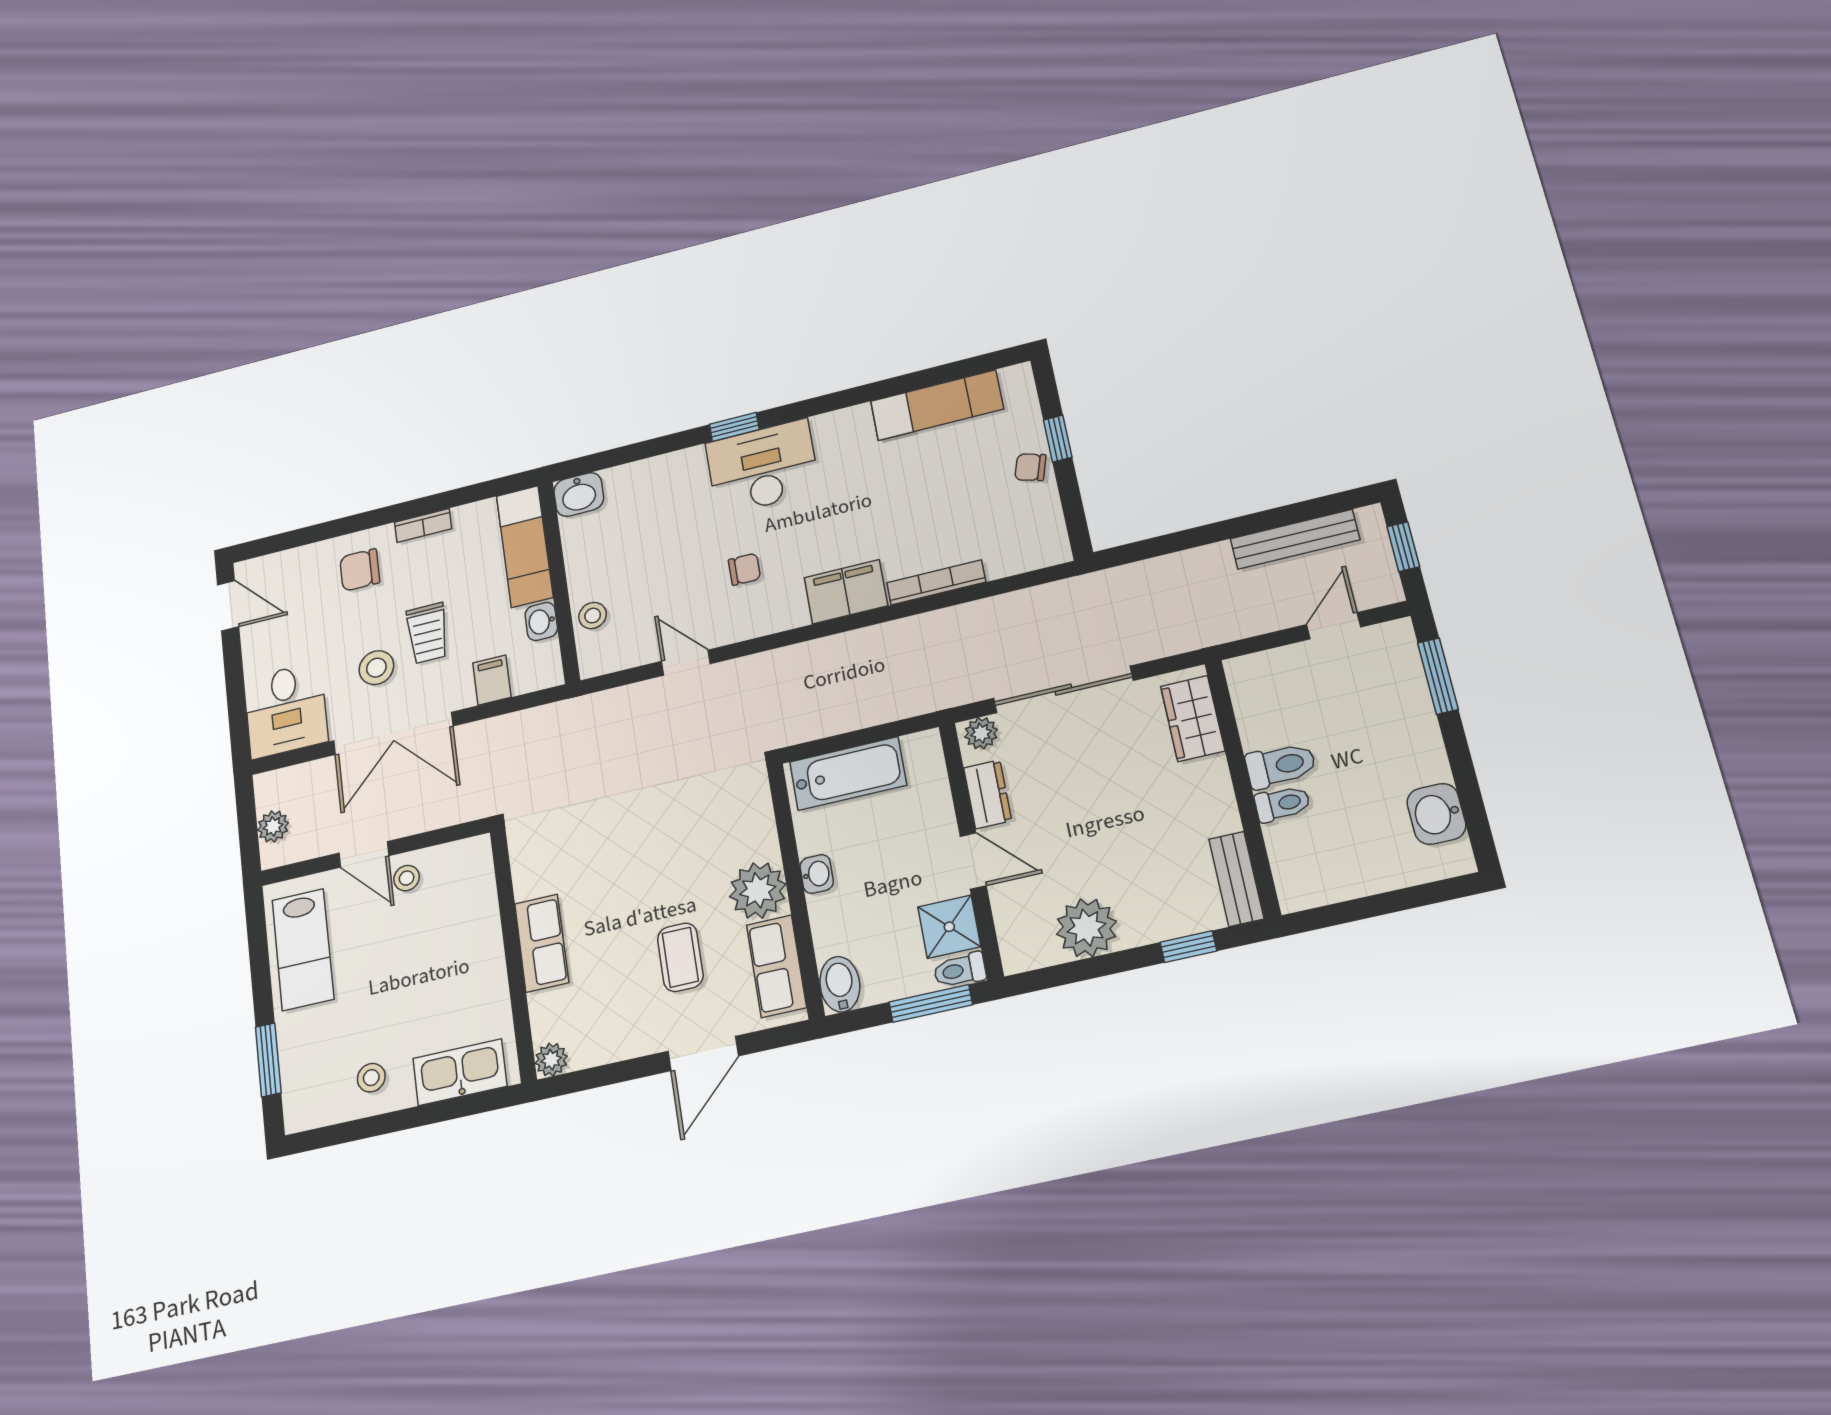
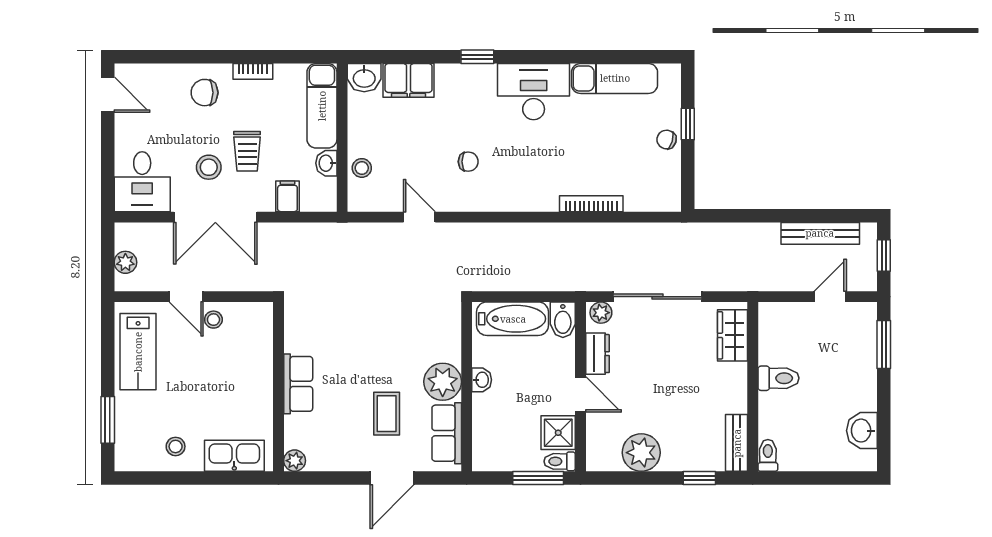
desk: (763, 467) -> (534, 92), moved
filing cabinet: (846, 592) -> (409, 80), moved, turned 180
toilet: (1282, 804) -> (768, 455), moved, turned -90
bidet: (840, 984) -> (563, 320), moved, turned 180

